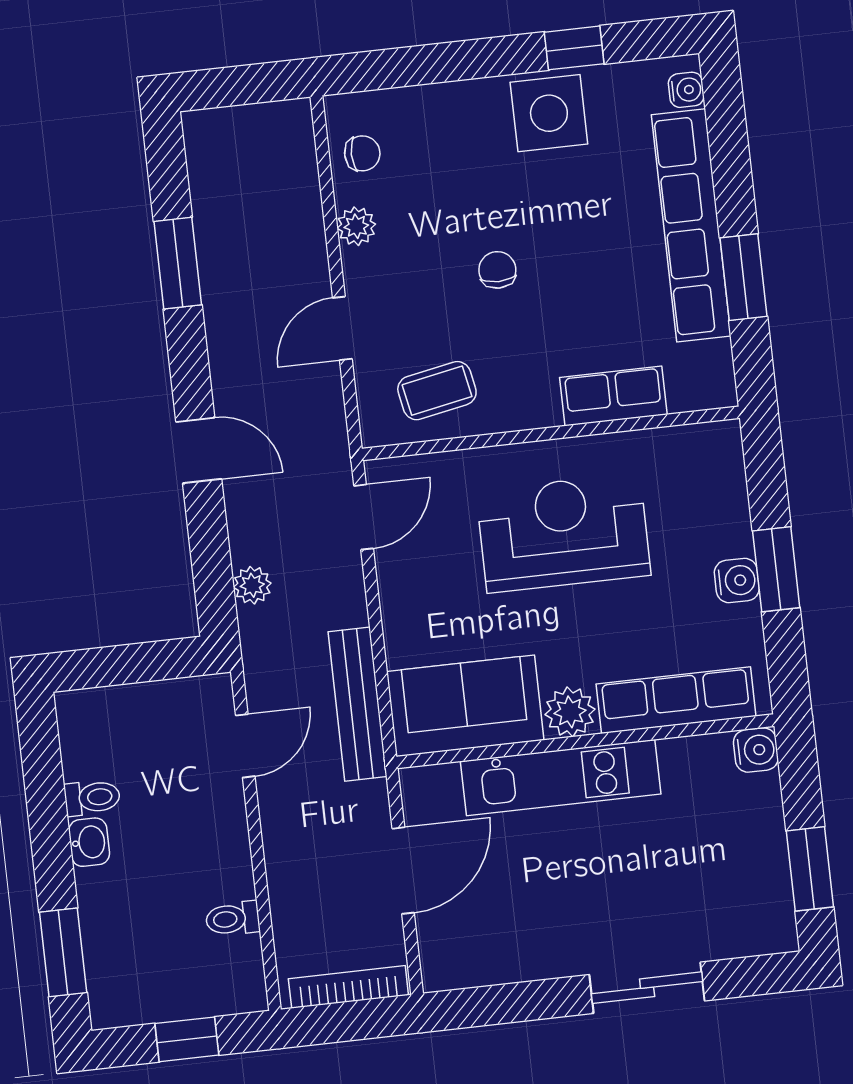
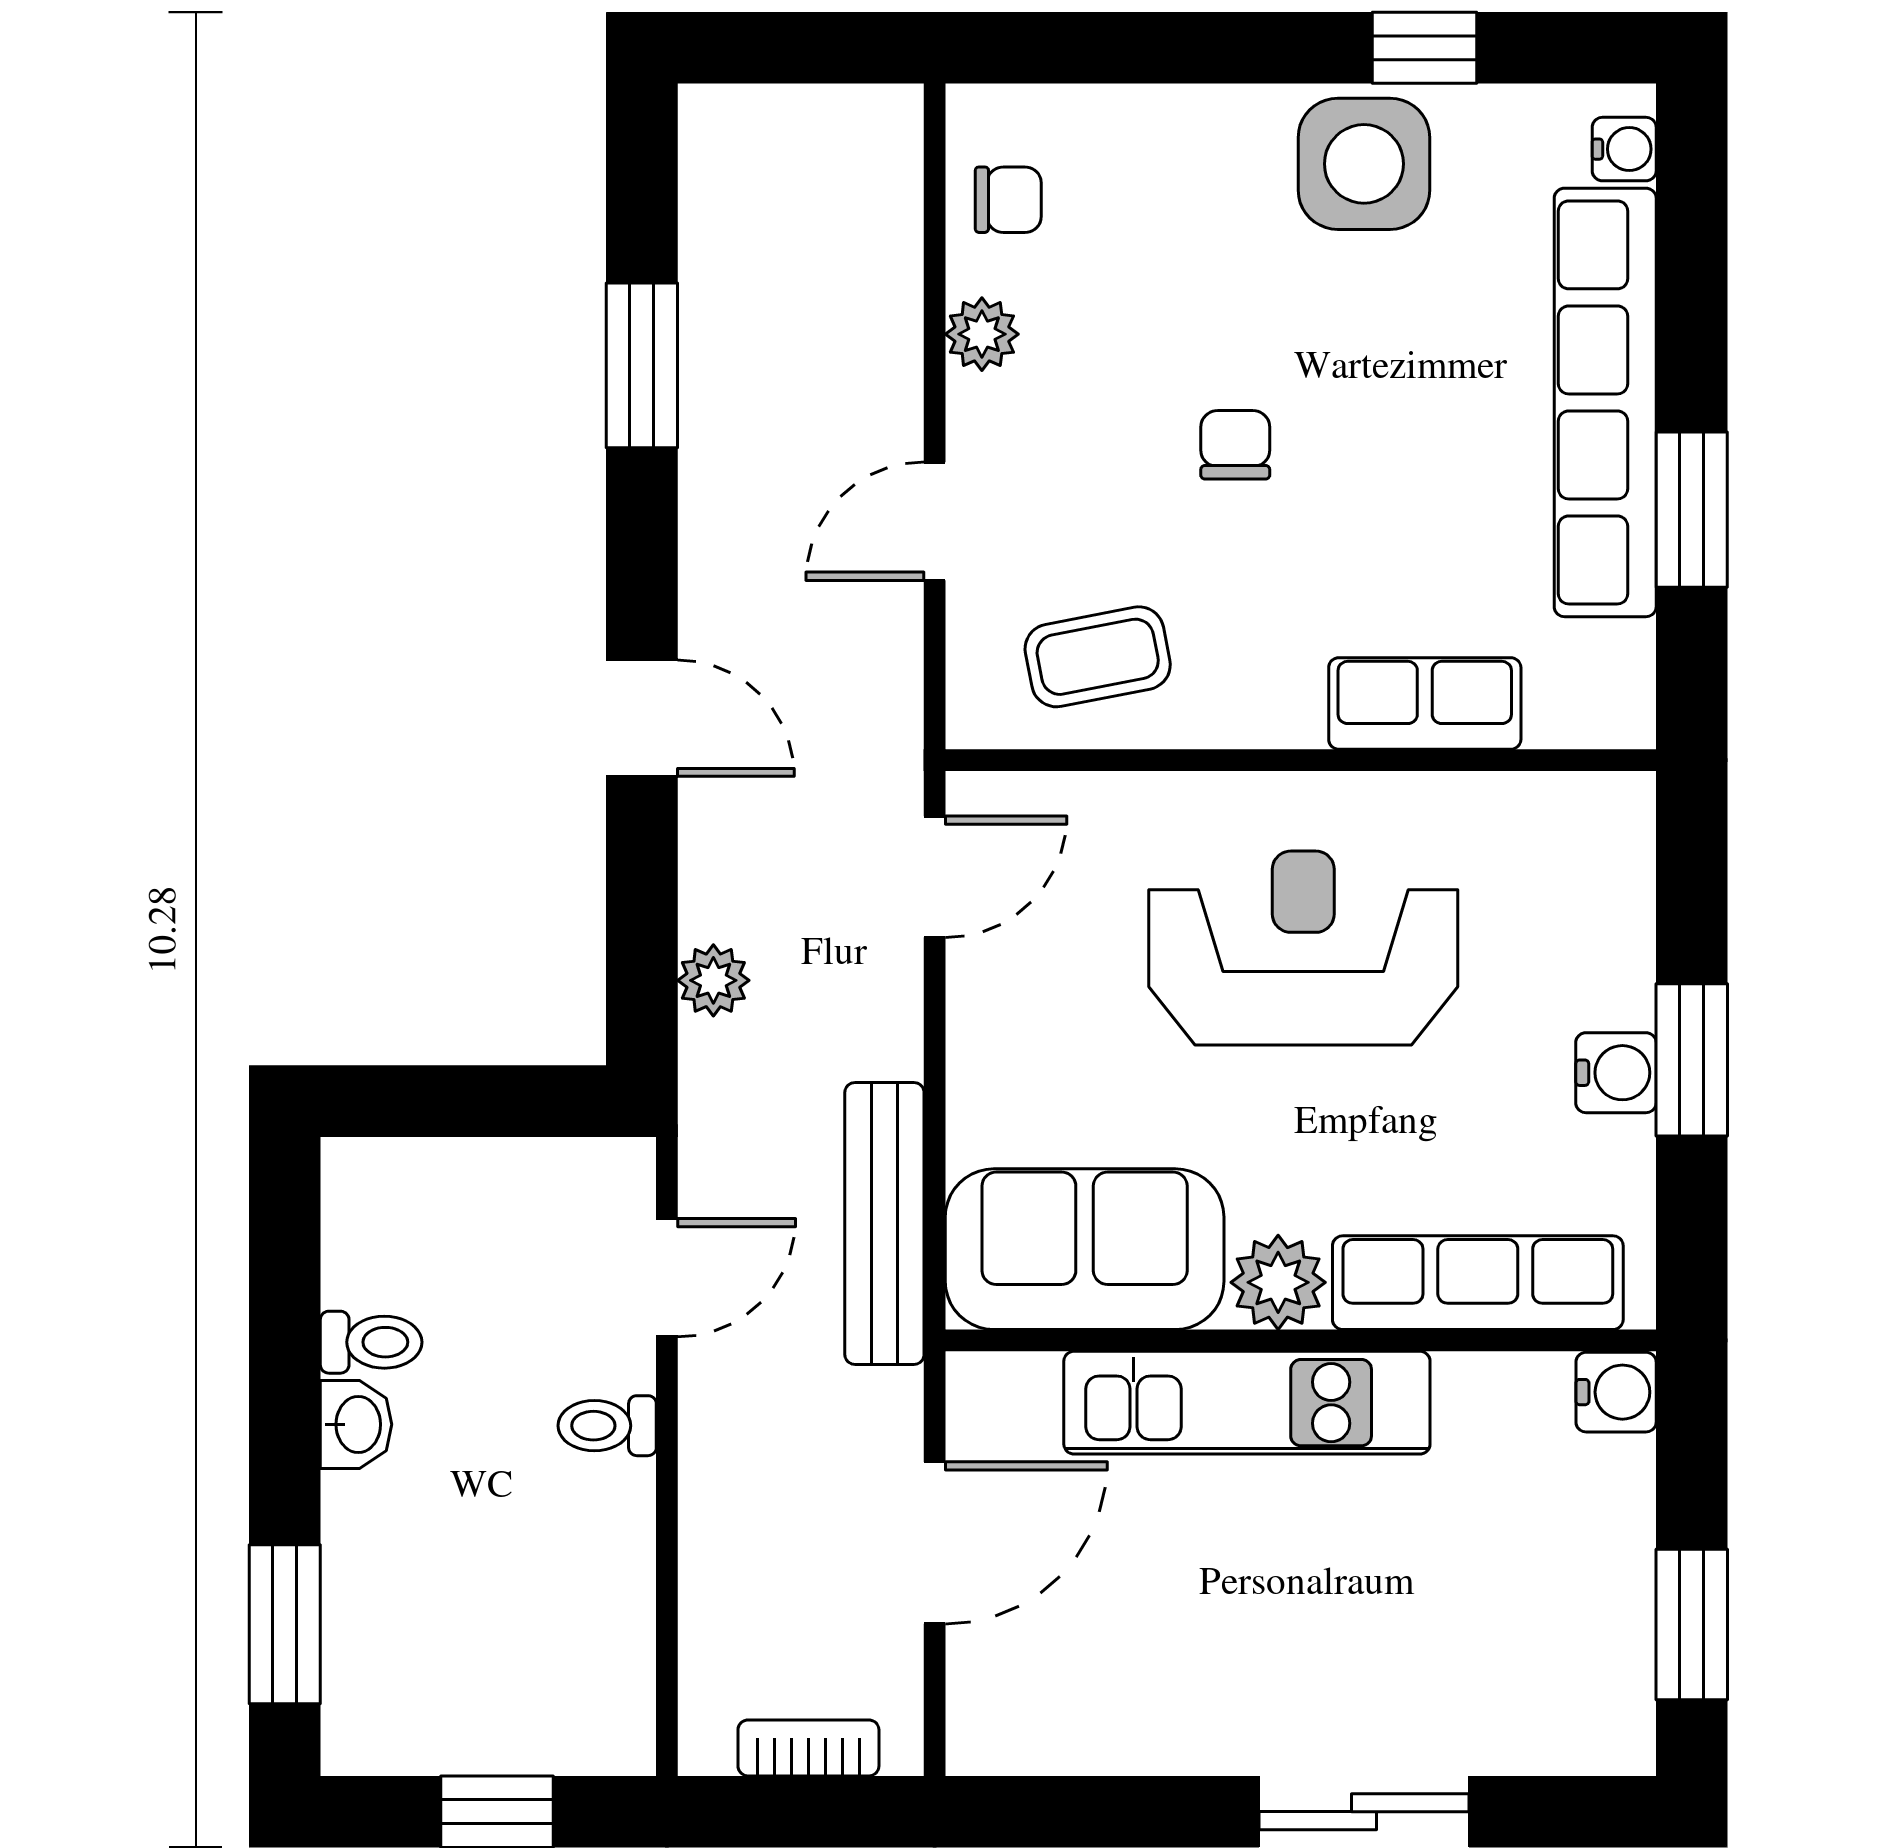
toilet: (233, 919) -> (607, 1426), moved
bookcase: (348, 987) -> (808, 1748), width x0.64

